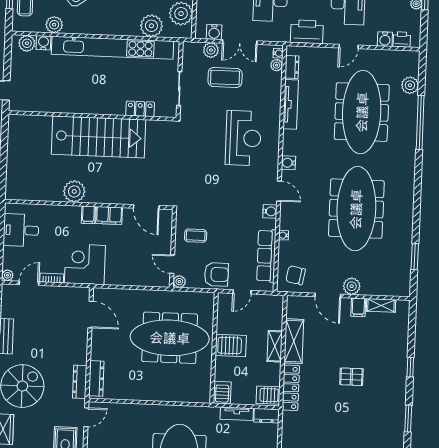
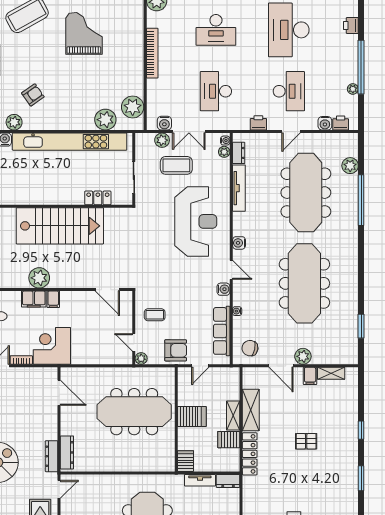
printer: (307, 32) -> (258, 123), width x0.53, depth x0.68
reception desk: (243, 138) -> (196, 221), width x1.36, depth x1.30
filing cabinet: (109, 215) -> (34, 299), moved
server rack: (268, 395) -> (229, 440), moved

